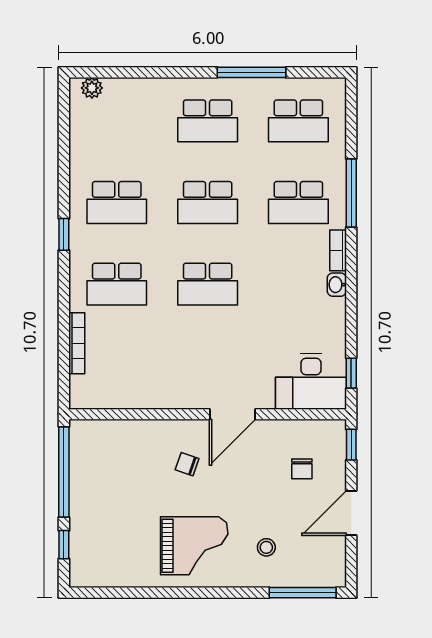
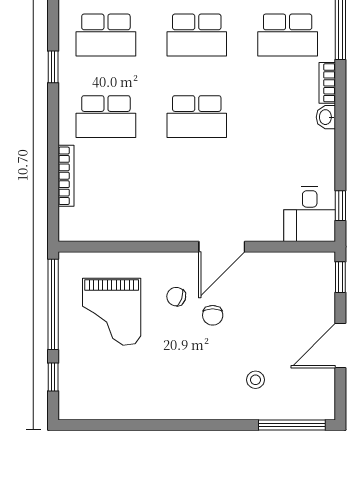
desk: (311, 382) -> (310, 214), width x0.73
chair: (302, 469) -> (213, 315), moved
grand piano: (194, 546) -> (112, 312), moved, turned 90

